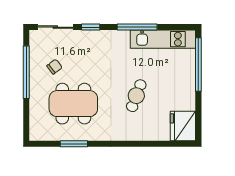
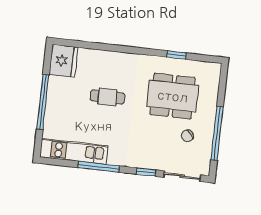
window: (198, 64) -> (43, 102), moved
cafe table: (136, 96) -> (107, 97), turned 69
window: (74, 144) -> (176, 55), width x0.67

